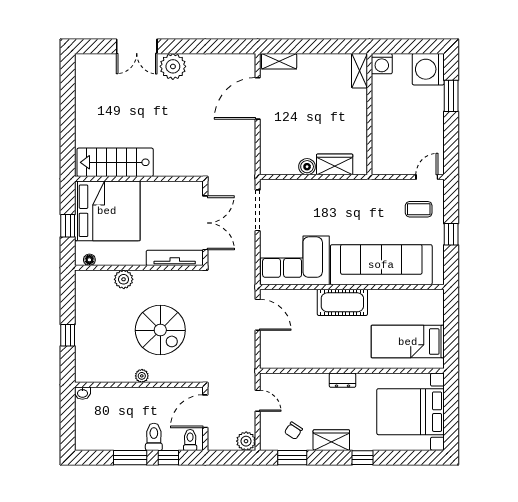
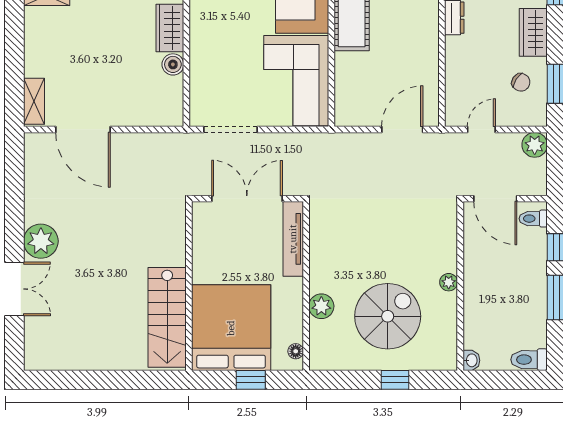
door: (258, 315) -> (402, 129), moved
spiral stairs: (160, 330) -> (388, 316), moved
toilet: (154, 437) -> (529, 360), moved

